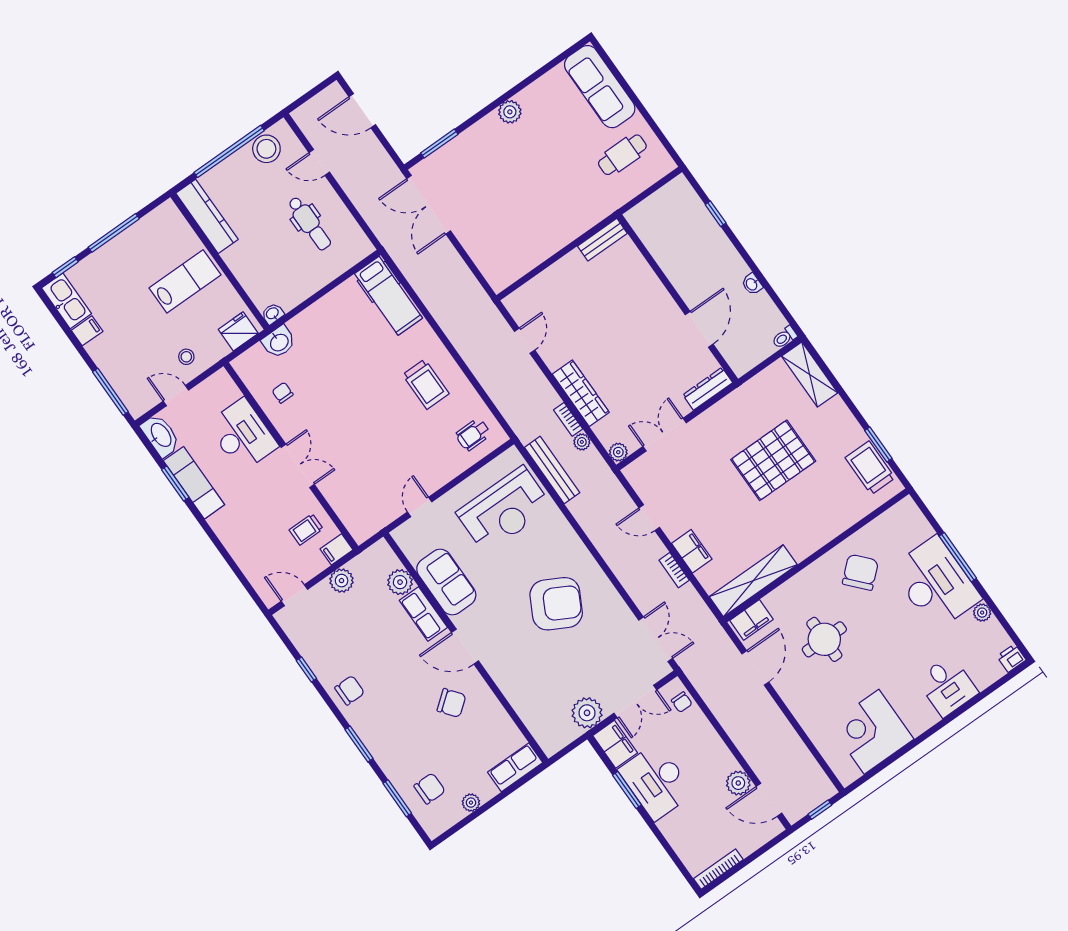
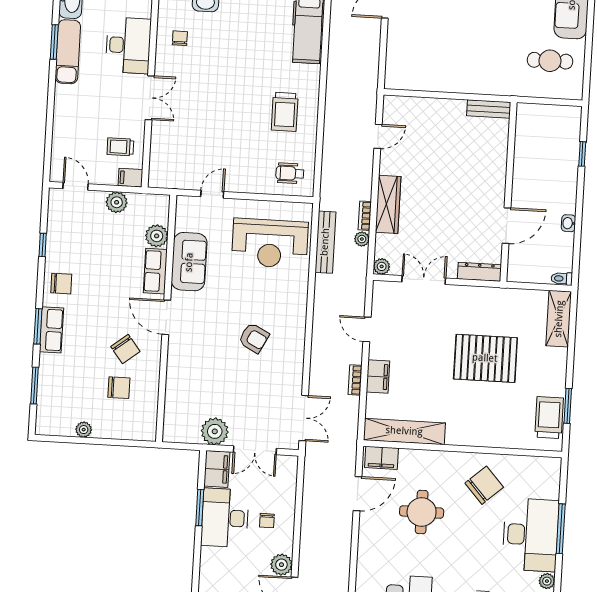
armchair: (556, 604) -> (254, 338), width x0.53, depth x0.53
chair: (682, 702) -> (267, 521), moved
row of seats: (515, 767) -> (51, 330), moved, turned 90
chair: (430, 788) -> (119, 388), moved

